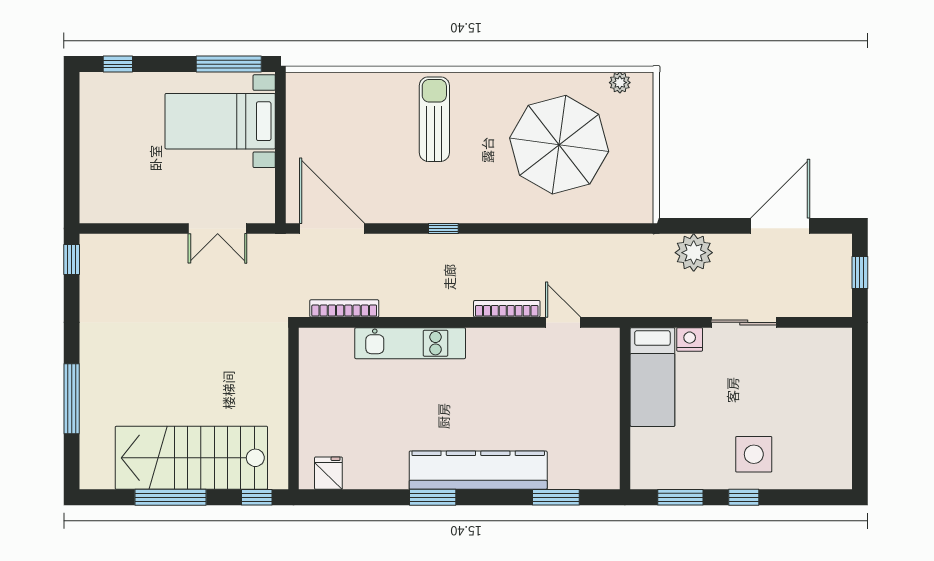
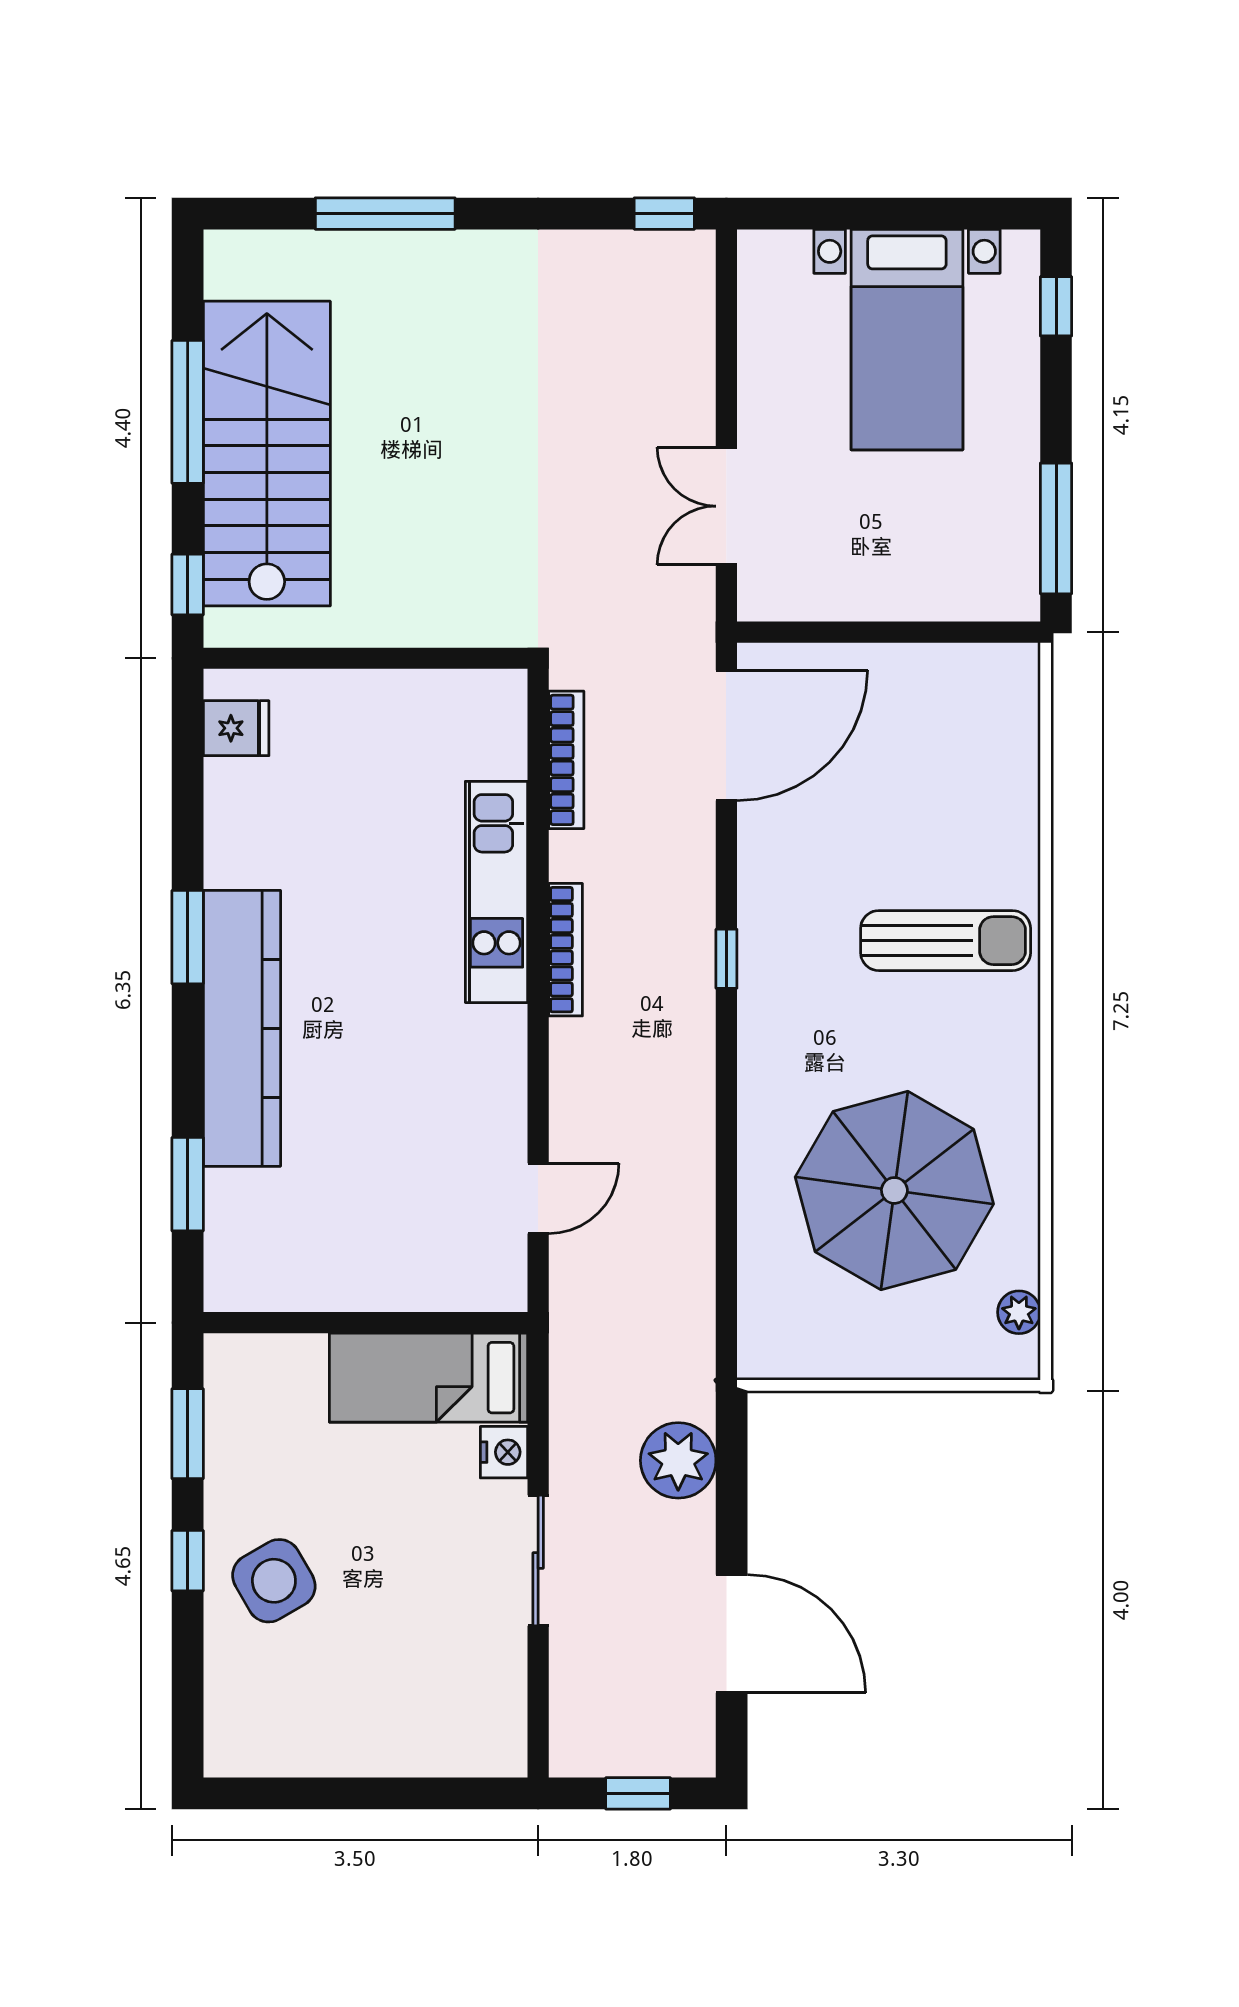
bed with nightstands: (220, 121) -> (907, 340), moved, turned 180
bookcase: (507, 309) -> (566, 950), moved
side table: (754, 454) -> (274, 1581), turned -30

